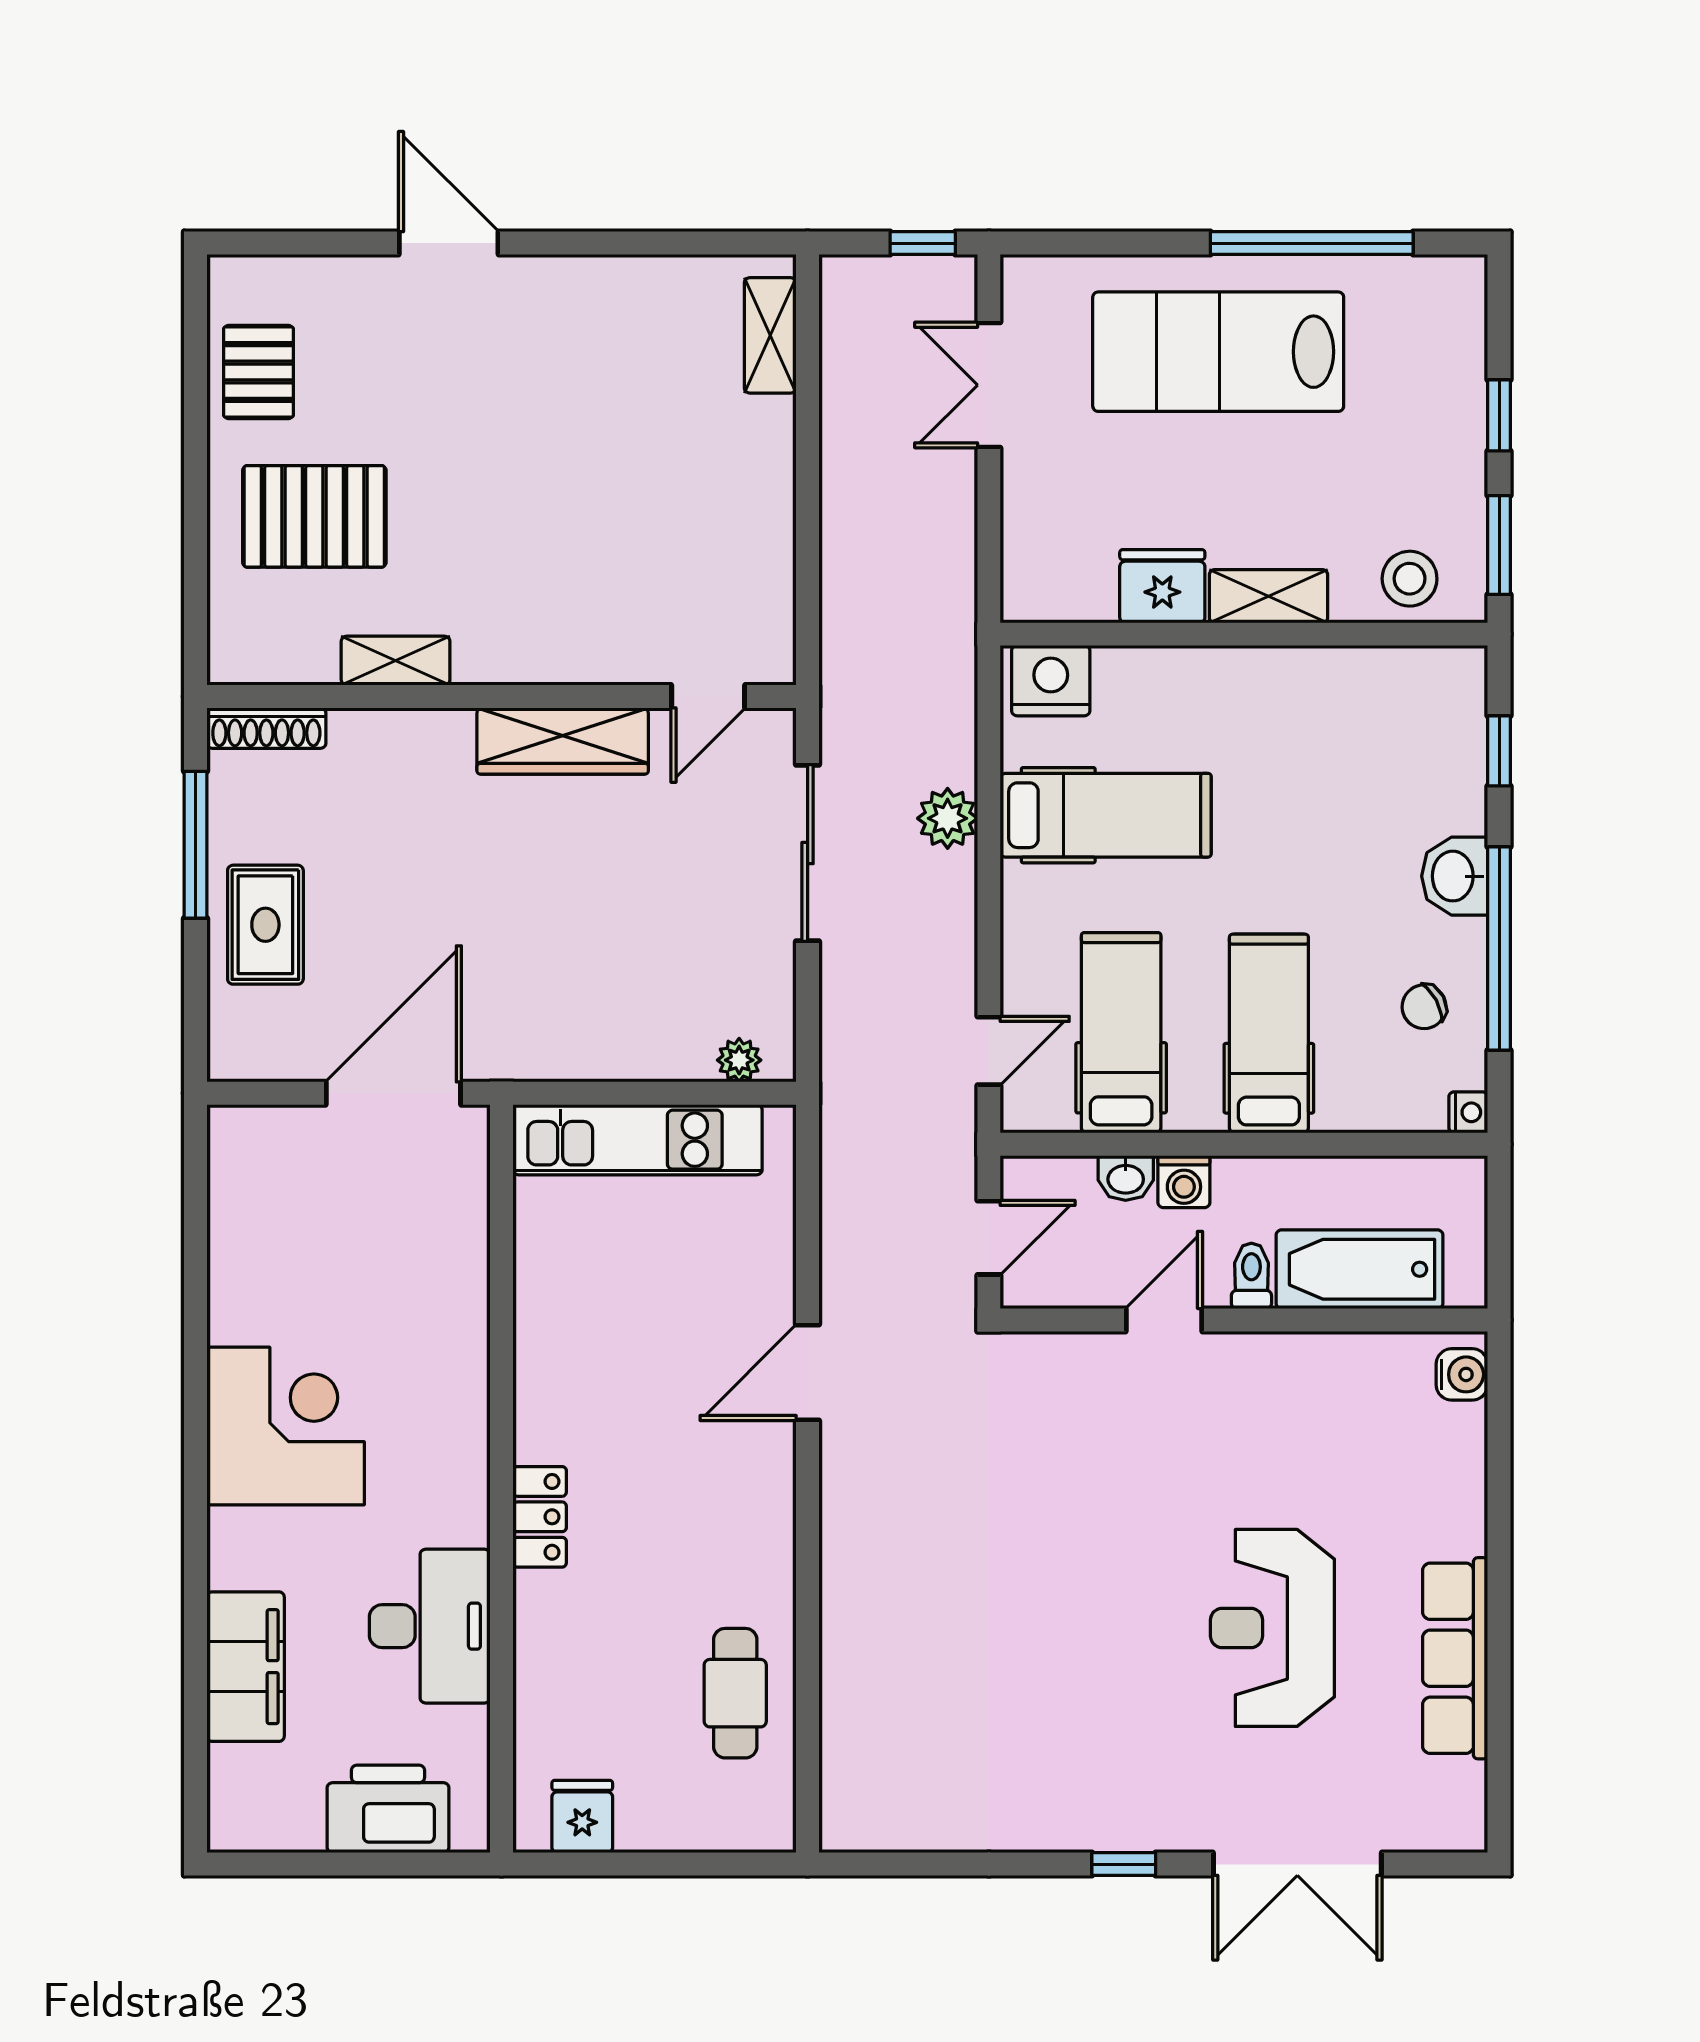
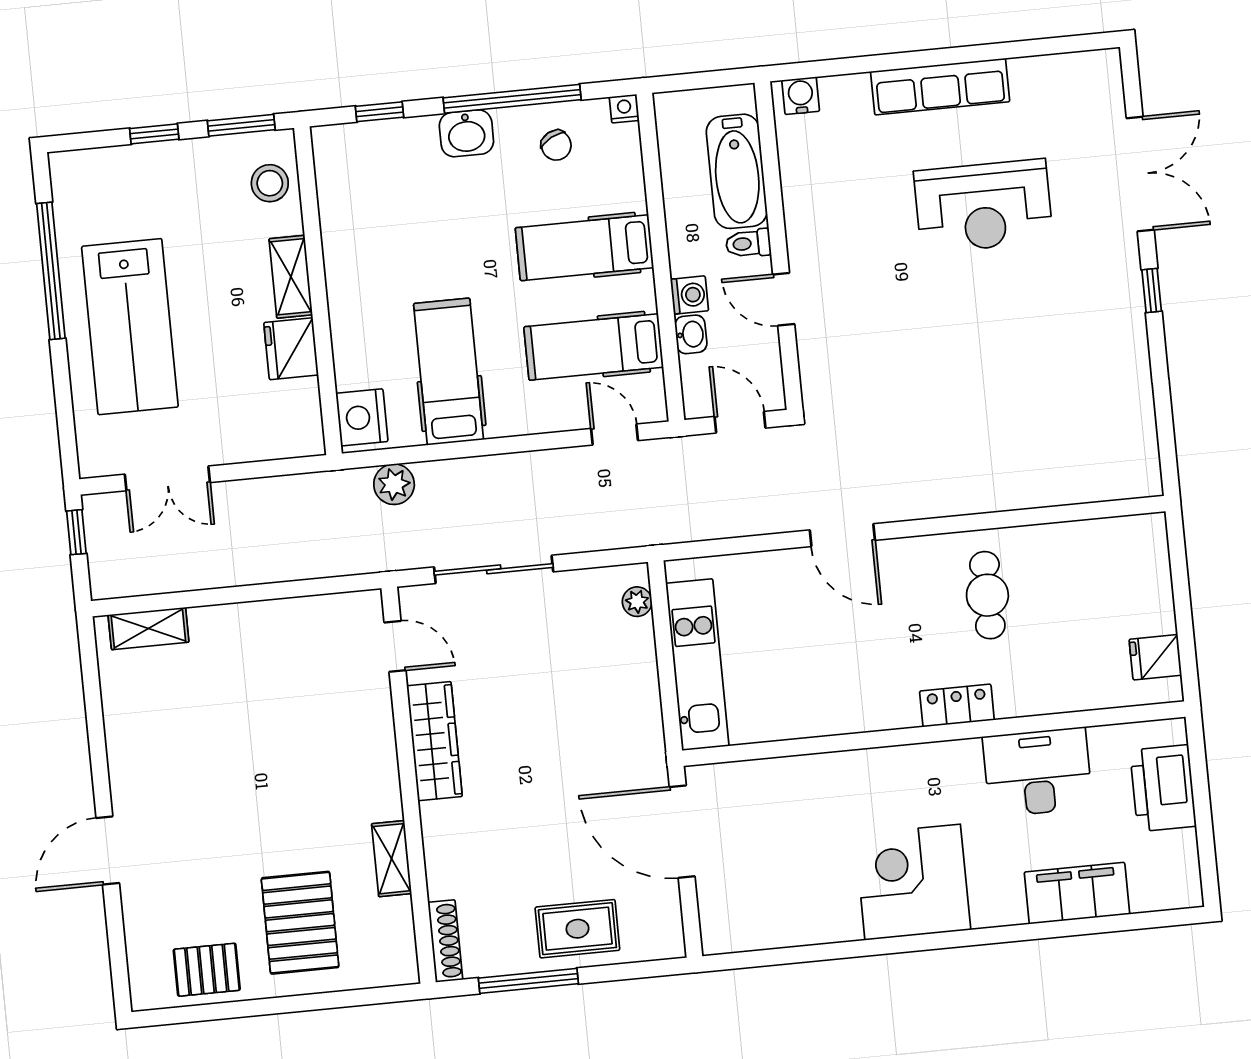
plant: (948, 818) -> (394, 484), moved
row of seats: (1455, 1658) -> (940, 87), moved
cafe table: (735, 1693) -> (987, 595), moved, turned 90

